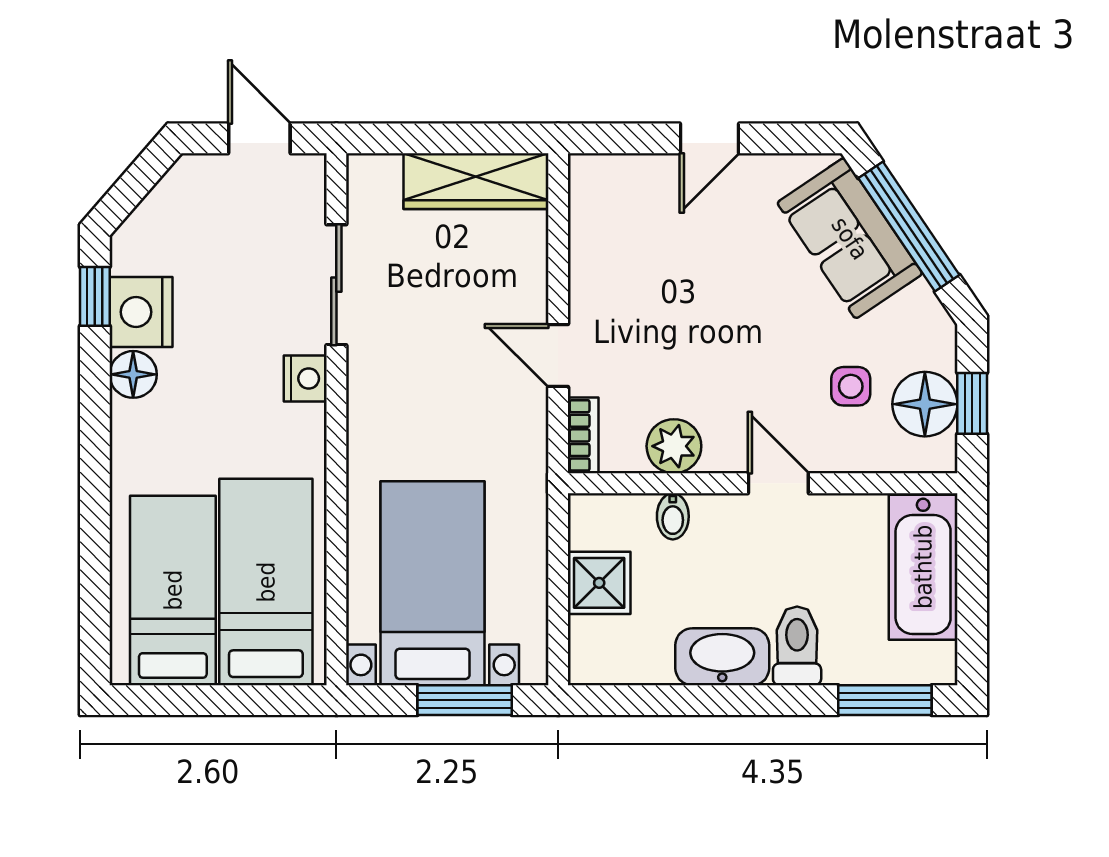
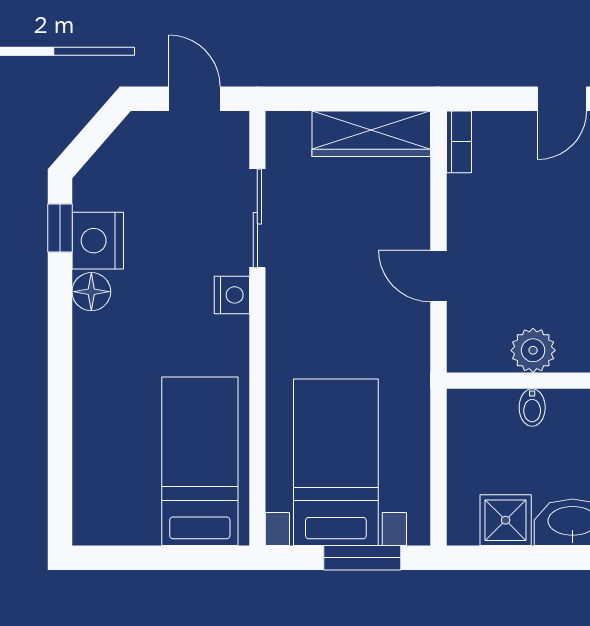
bookcase: (583, 435) -> (459, 142), moved
shower: (599, 583) -> (506, 520), moved
bed: (173, 590) -> (124, 468), removed

